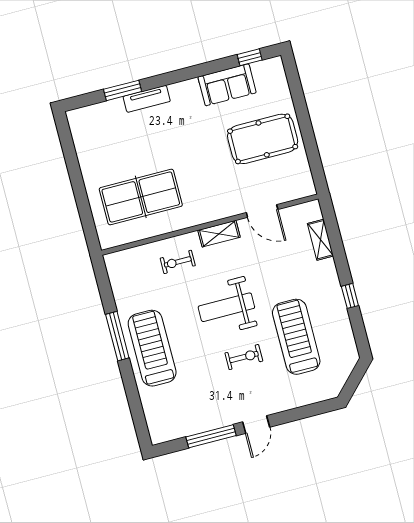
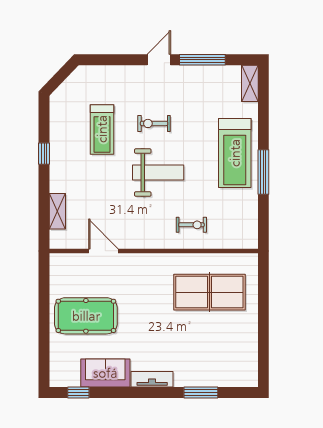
tv unit: (147, 99) -> (152, 379), moved
shelving: (219, 234) -> (250, 83), moved, turned 90
treadmill: (296, 337) -> (102, 129), width x0.73, depth x0.73

